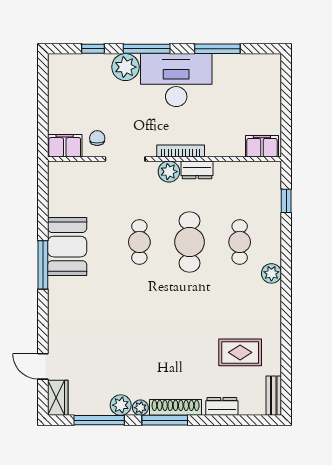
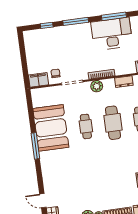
plant: (125, 67) -> (66, 33), removed
desk: (176, 80) -> (112, 34), moved
dresser: (197, 170) -> (124, 82), moved
booth: (67, 247) -> (51, 128), width x1.36, depth x1.42

